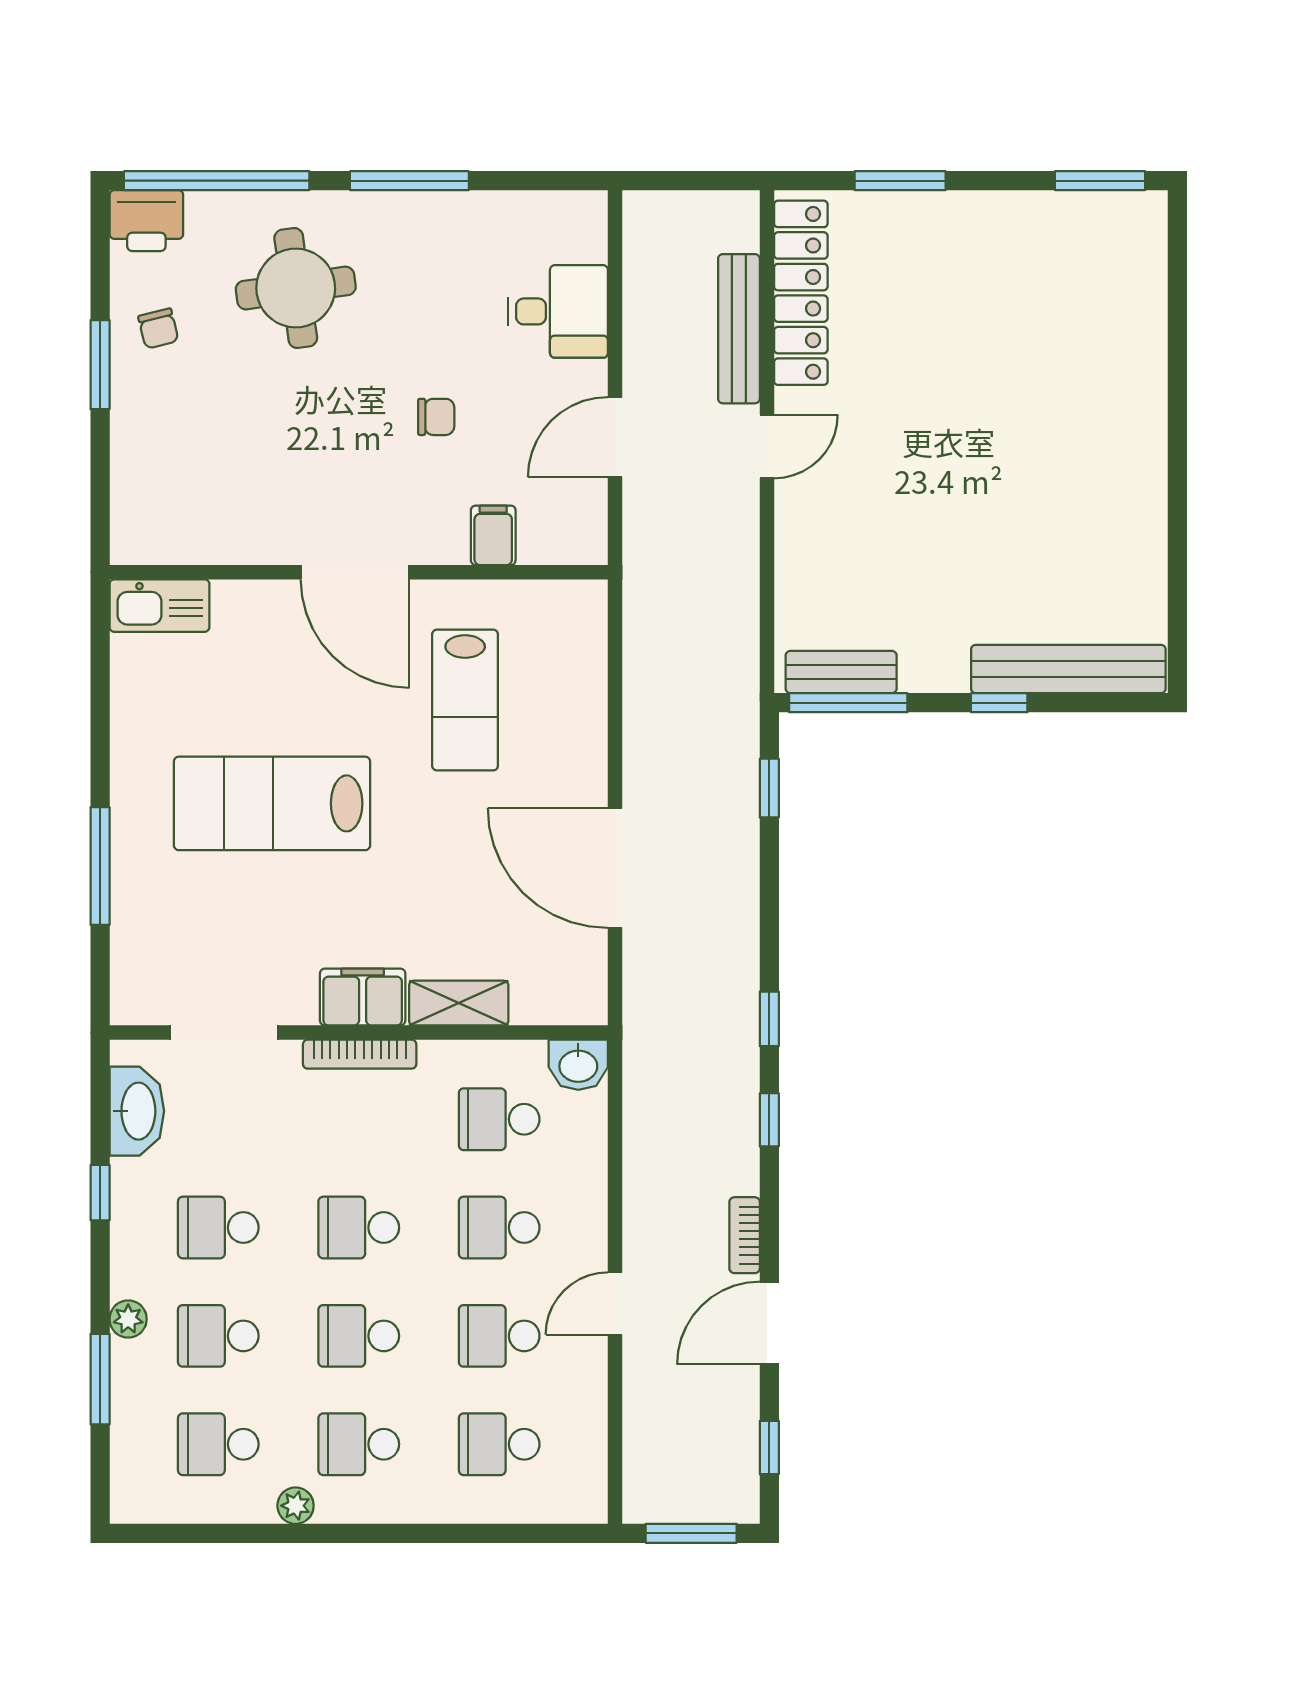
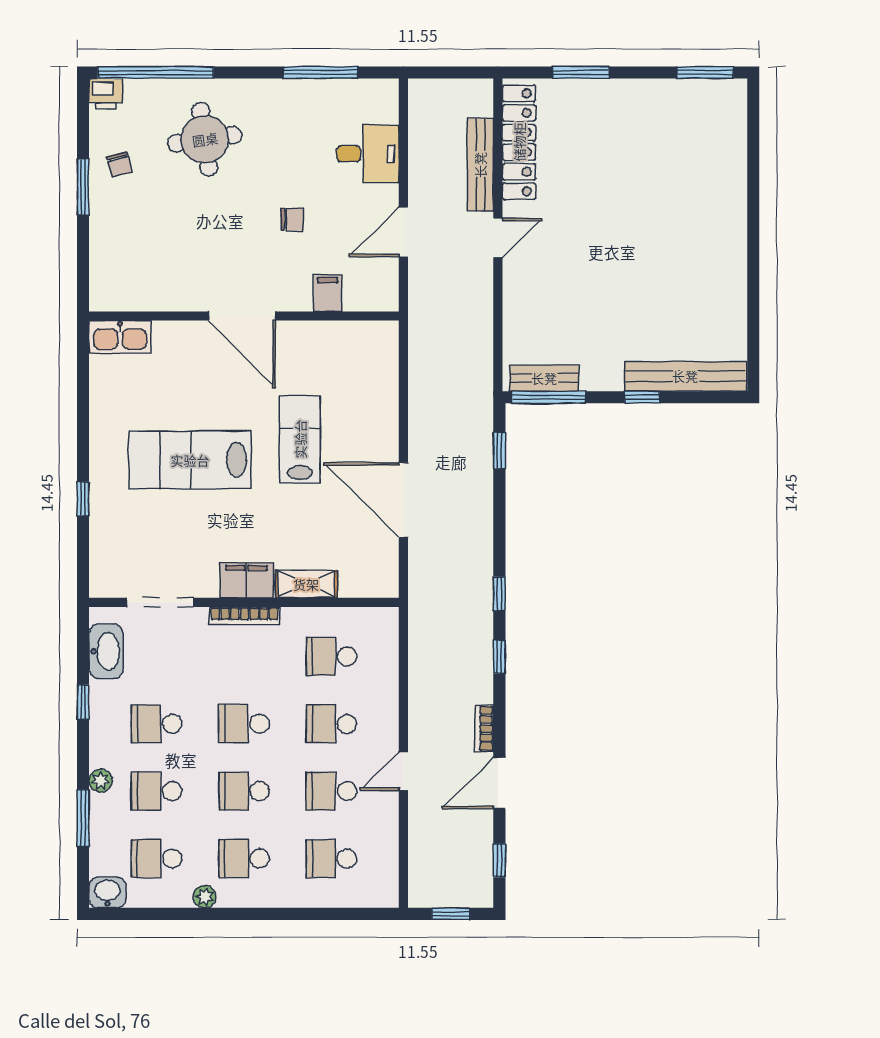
window: (409, 181) -> (321, 72), moved
printer: (146, 221) -> (106, 94), width x0.73, depth x0.81
lab bench: (465, 700) -> (300, 439), moved, turned 180
window: (100, 866) -> (83, 499), width x0.46
washbasin: (578, 1065) -> (107, 892), moved, turned 180
window: (691, 1533) -> (451, 914), width x0.67

